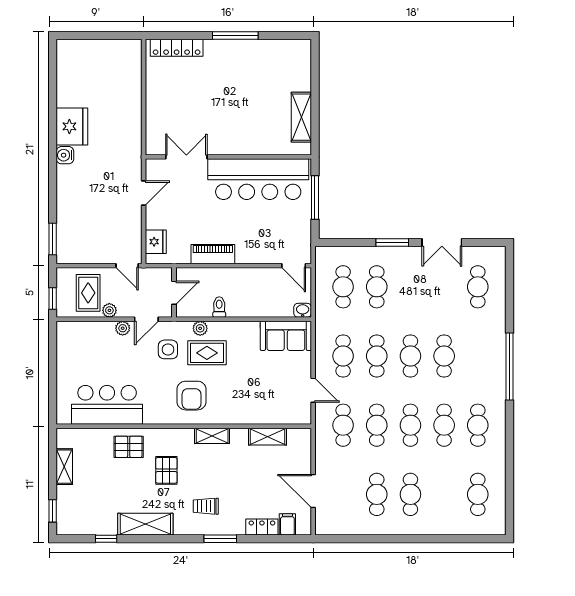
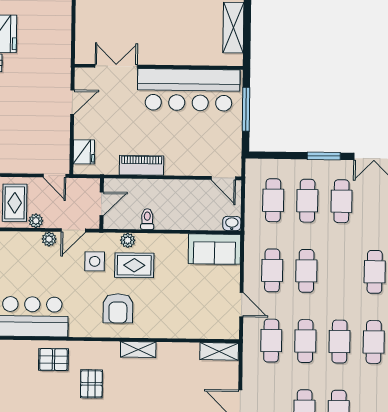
cafe table: (410, 356) -> (341, 201), moved
shelving: (268, 437) -> (219, 351), moved

